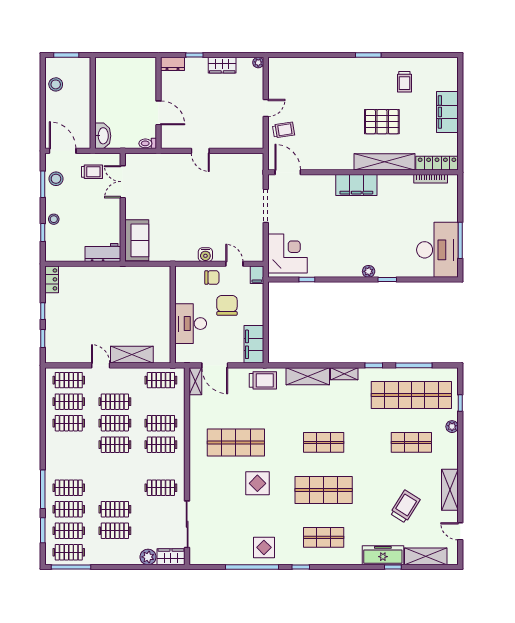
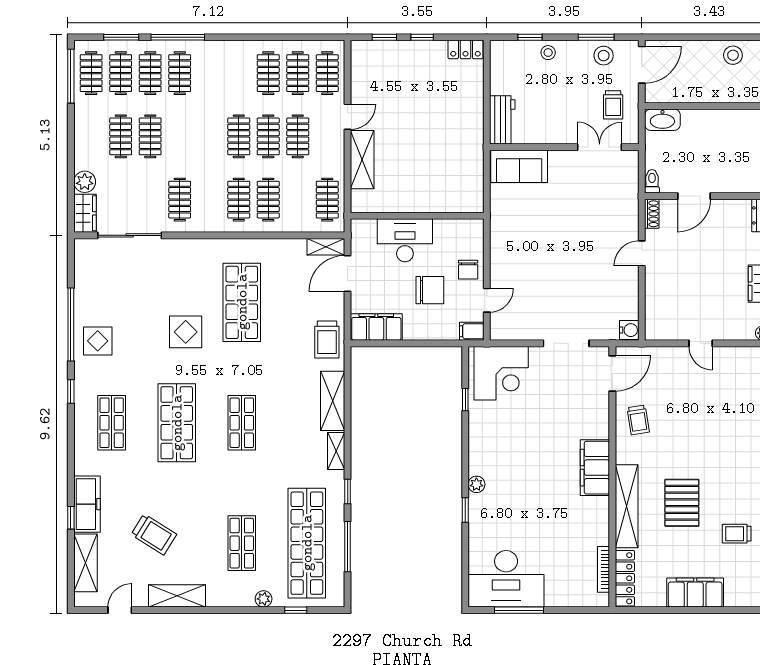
trolley: (283, 130) -> (638, 420), moved
shoe rack: (171, 144) -> (652, 214), added
water cooler: (205, 255) -> (629, 330), moved, turned 180

